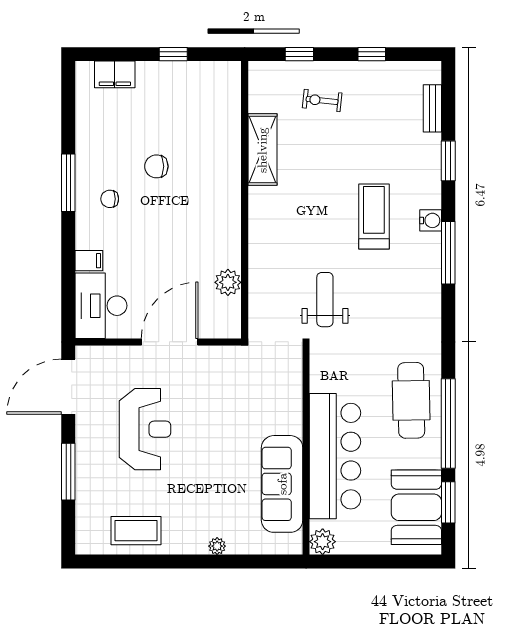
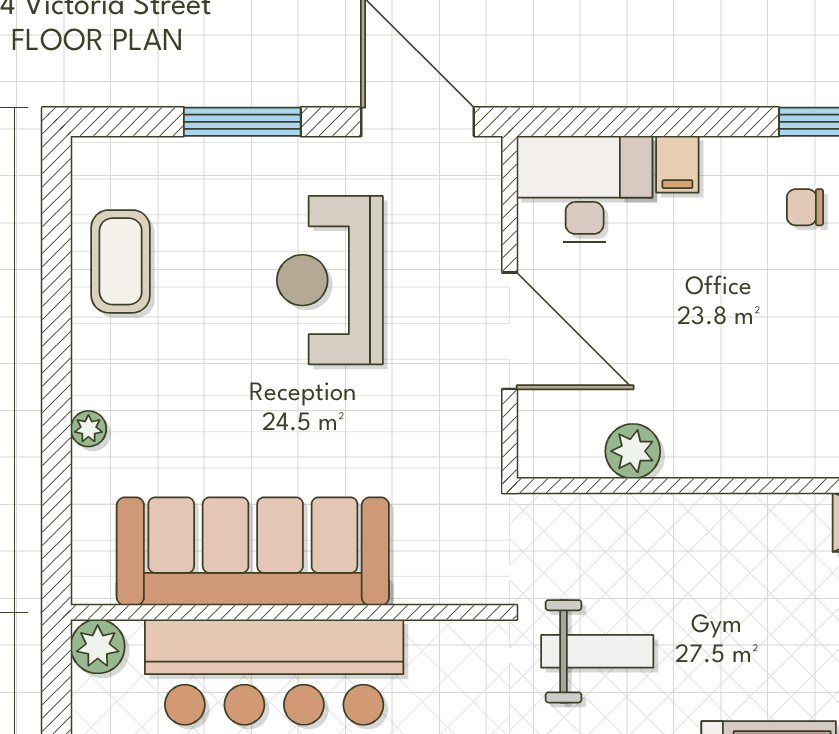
chair: (110, 199) -> (805, 207), turned -90
reception desk: (145, 429) -> (330, 280), turned 90
sofa: (282, 484) -> (253, 551), width x1.36, depth x1.27

